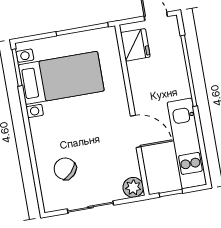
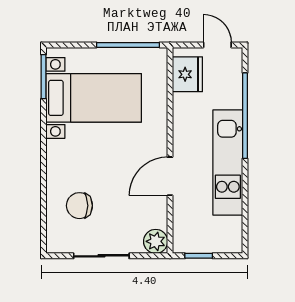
door: (136, 131) -> (170, 176), swing flipped
kitchen unit: (187, 143) -> (228, 163), moved
chair: (65, 169) -> (79, 206), turned -43

